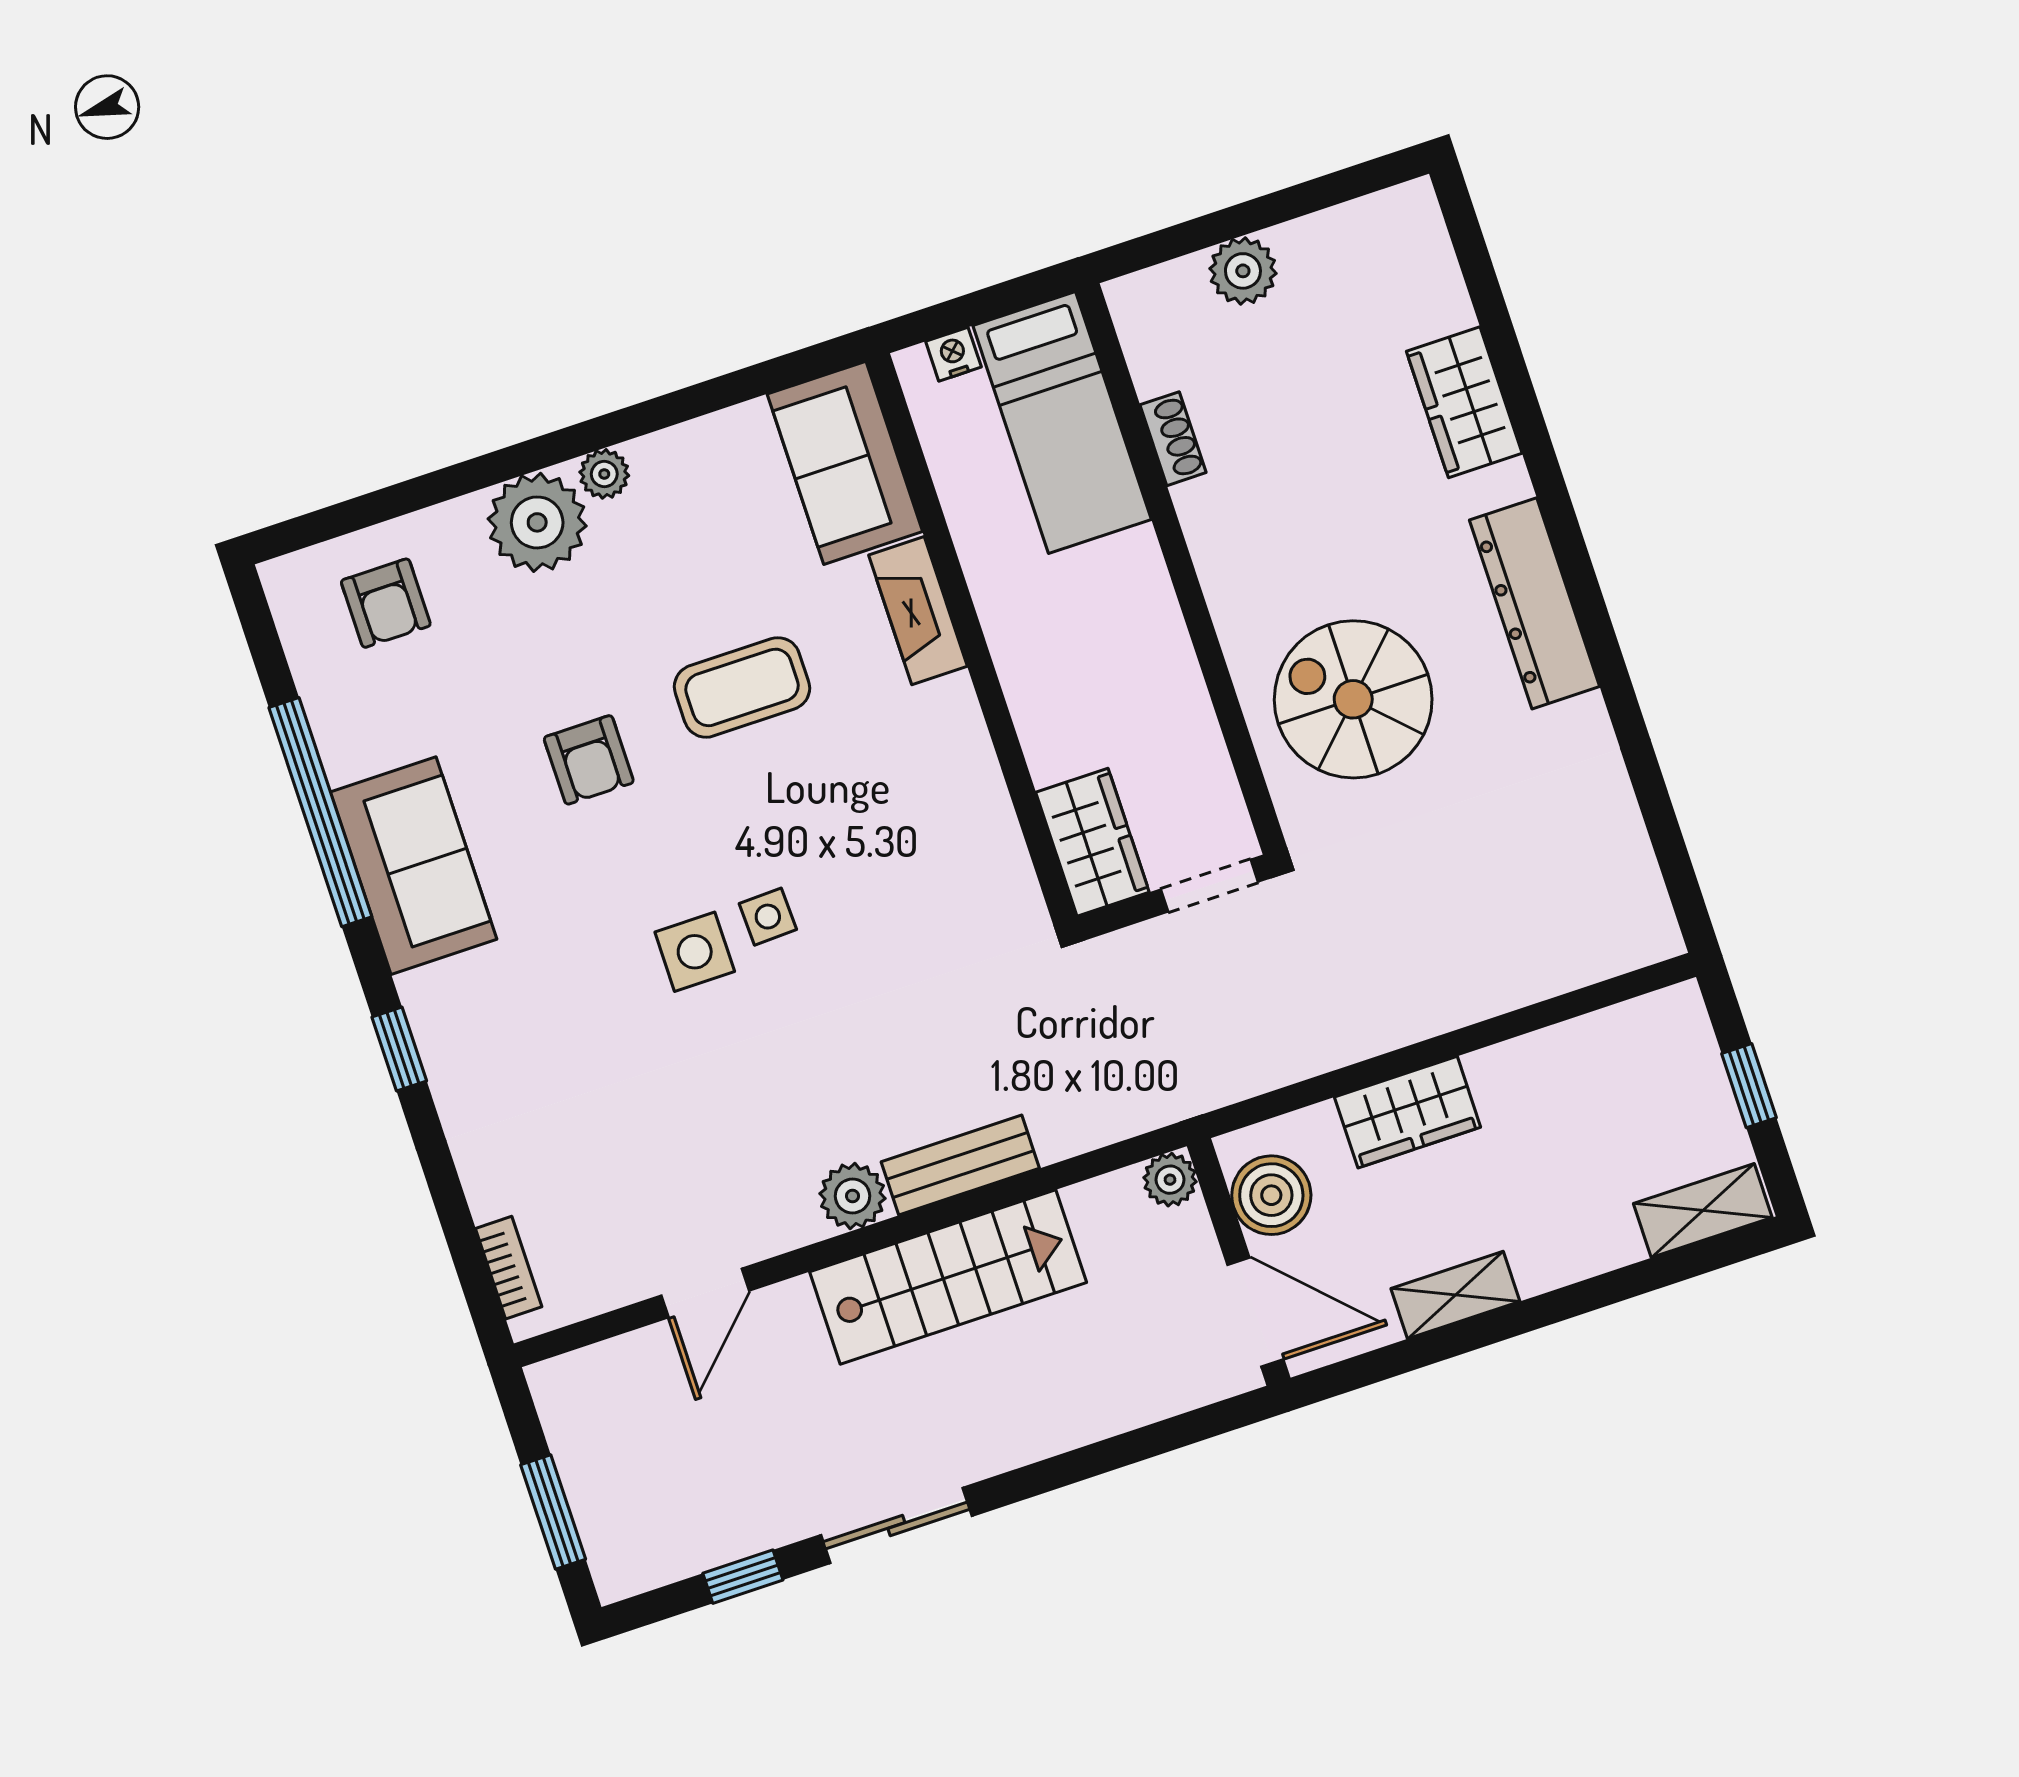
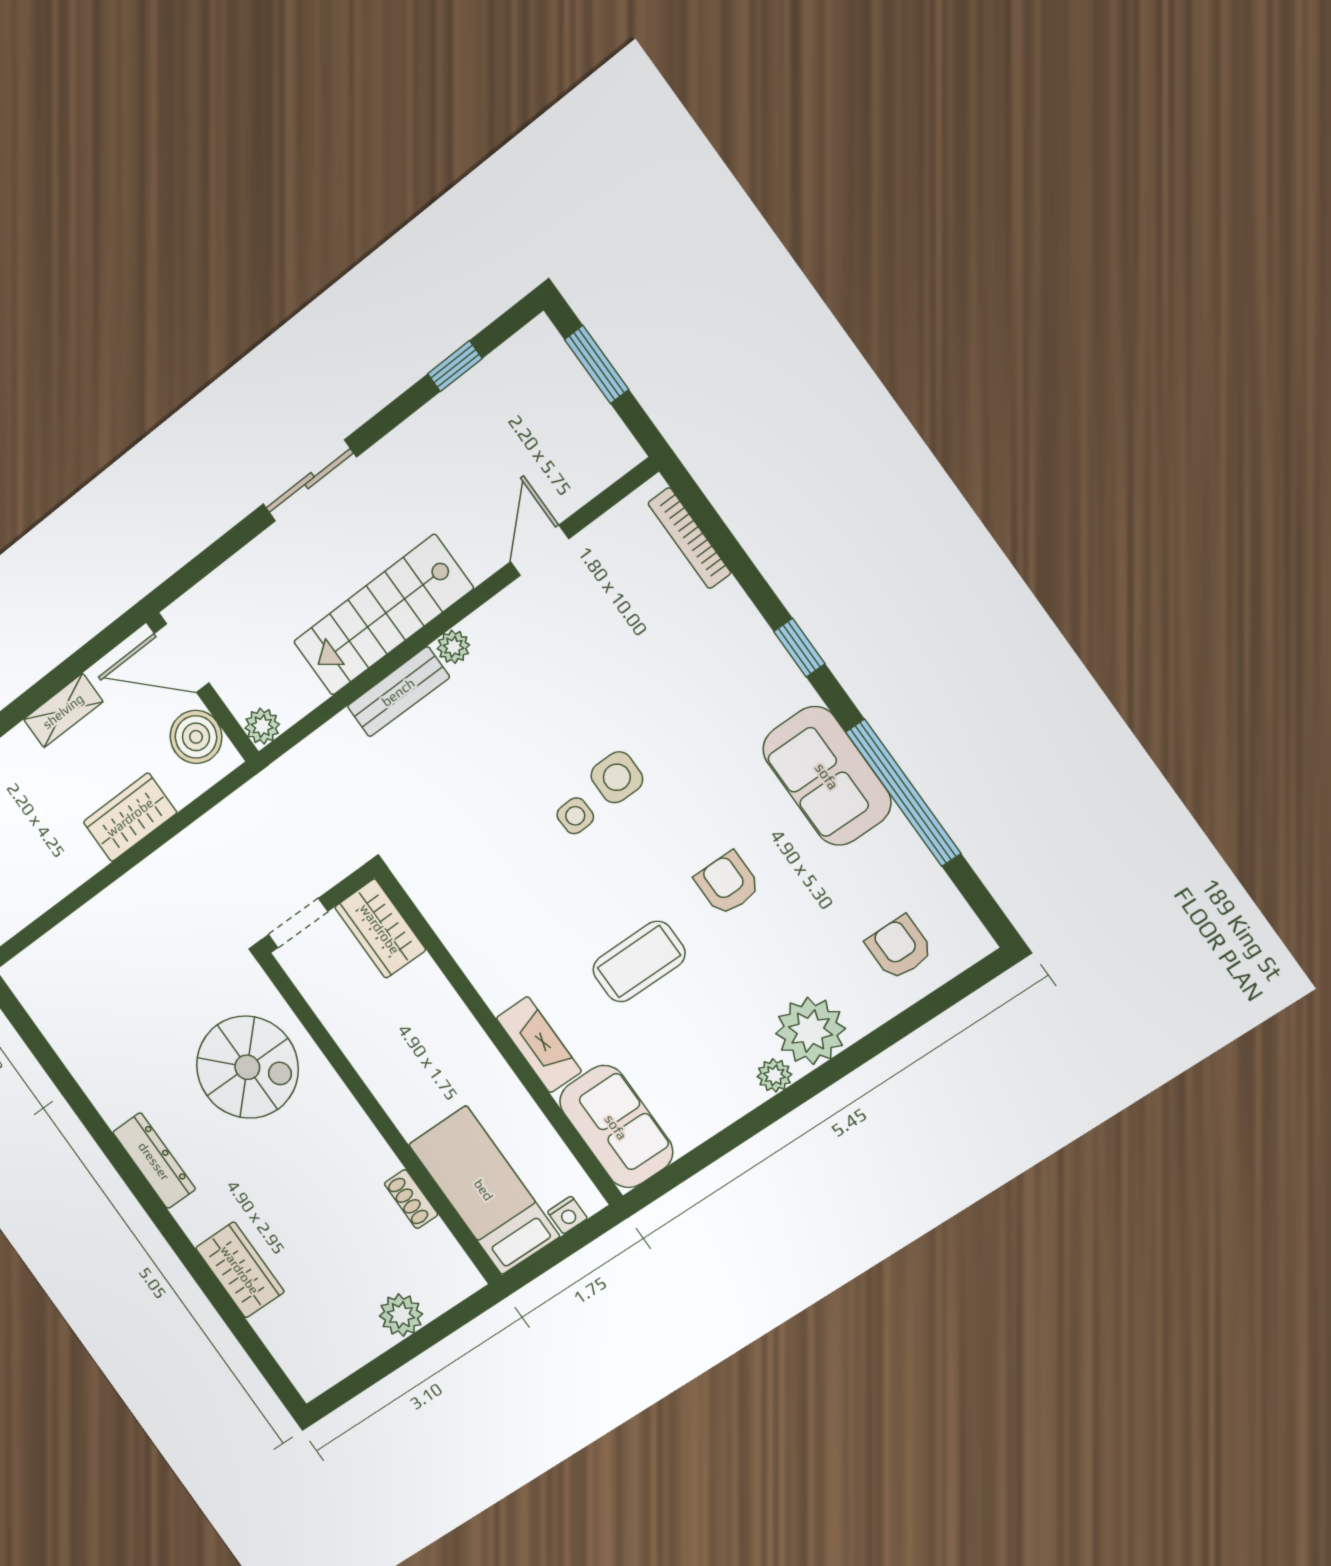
dresser: (1534, 603) -> (154, 1161), width x0.73, depth x0.80
plant: (853, 1196) -> (453, 647), width x0.73, depth x0.73
bookcase: (509, 1268) -> (689, 538), width x1.56
sliding door: (896, 1526) -> (310, 481), moved

